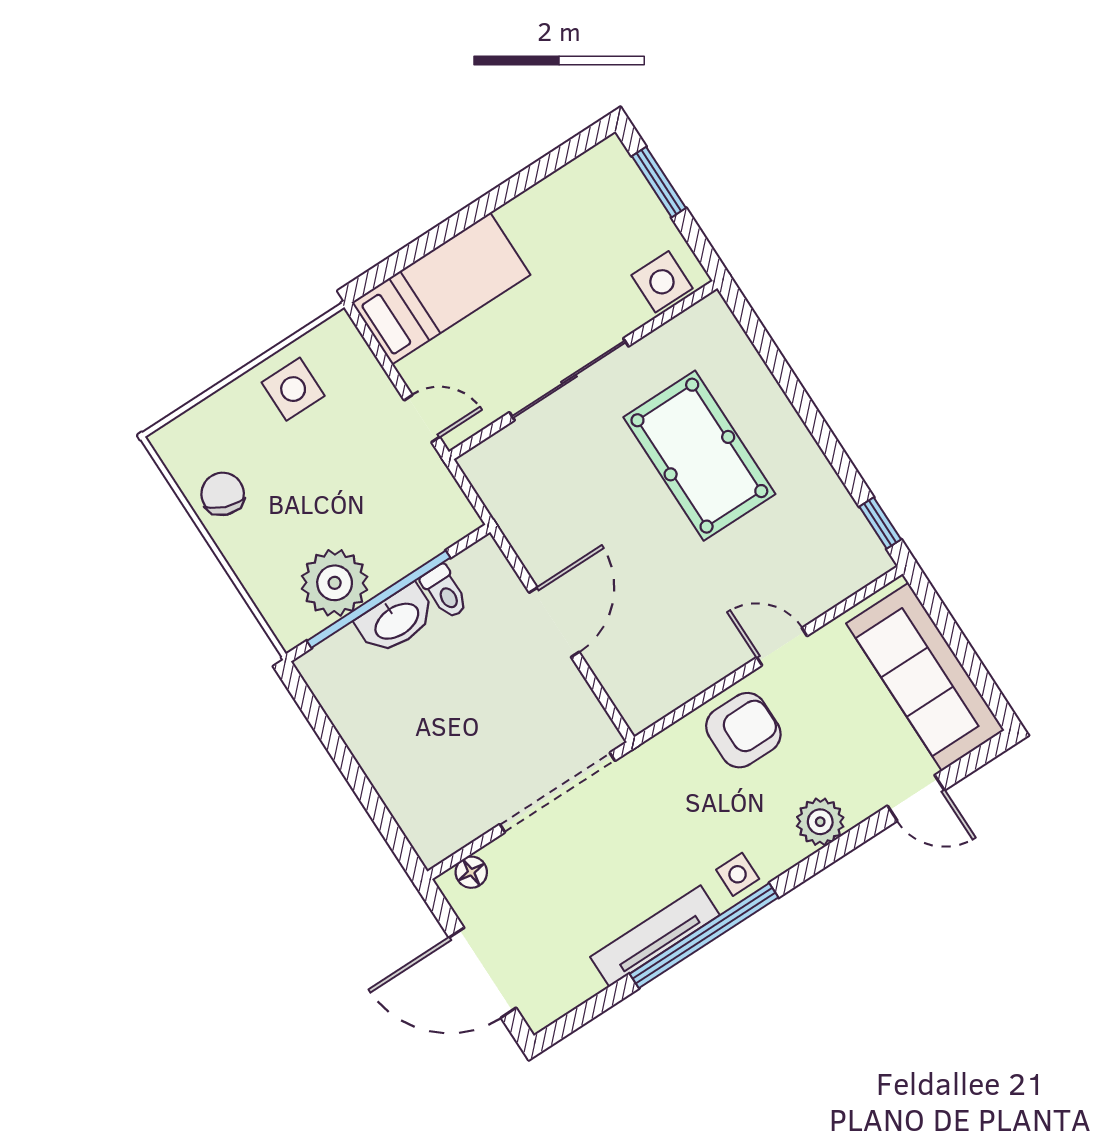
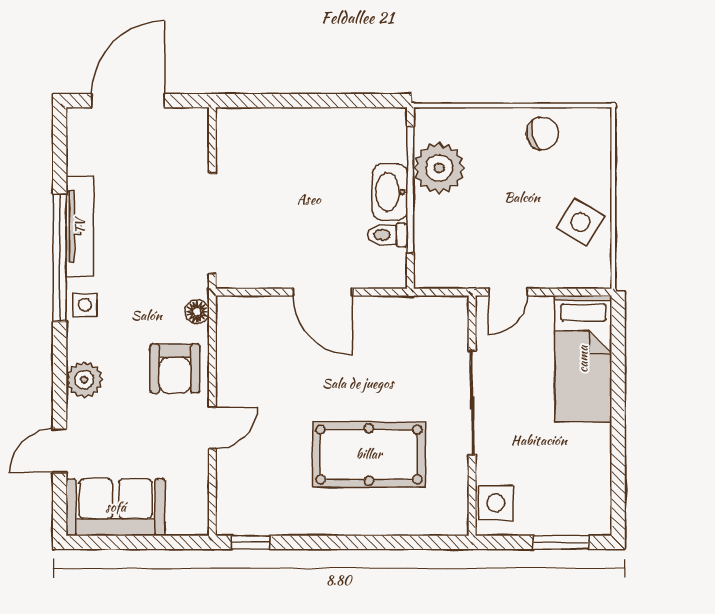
side table: (293, 389) -> (580, 222), turned 31
chair: (223, 494) -> (543, 133), turned -34
sofa: (925, 677) -> (116, 507), width x0.73
floor lamp: (471, 872) -> (197, 312), moved

